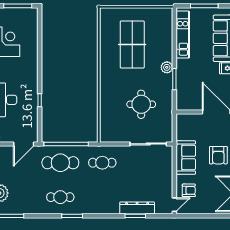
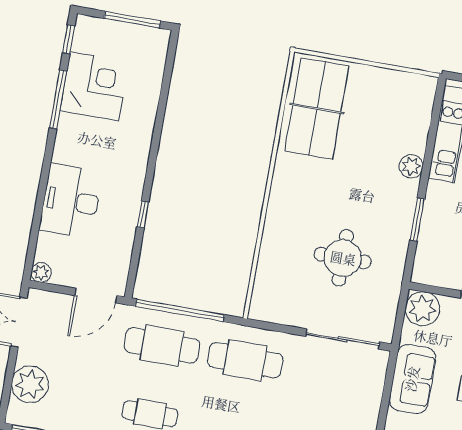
table tennis table: (132, 44) -> (317, 109), moved
plant: (167, 67) -> (411, 166), moved
plant: (185, 122) -> (422, 309), added
cafe table: (102, 163) -> (245, 360), width x1.37, depth x1.35

